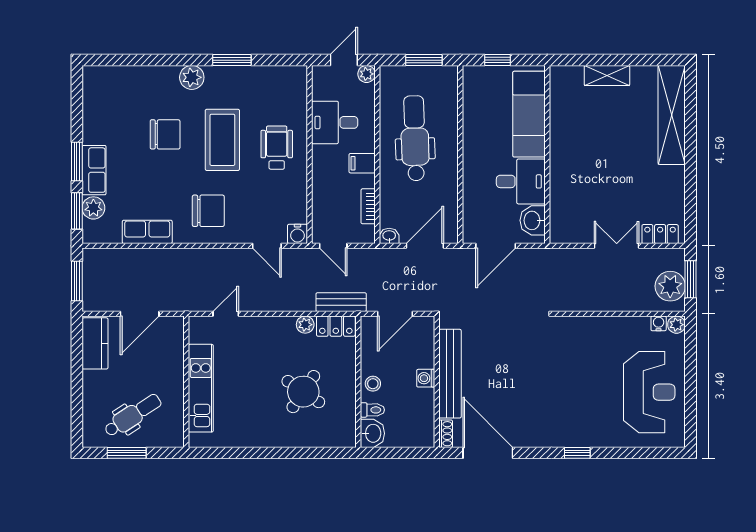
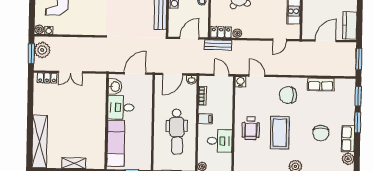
chair: (165, 134) -> (321, 133), moved, turned -90
row of seats: (94, 170) -> (348, 139), moved
plant: (93, 208) -> (348, 159), moved

